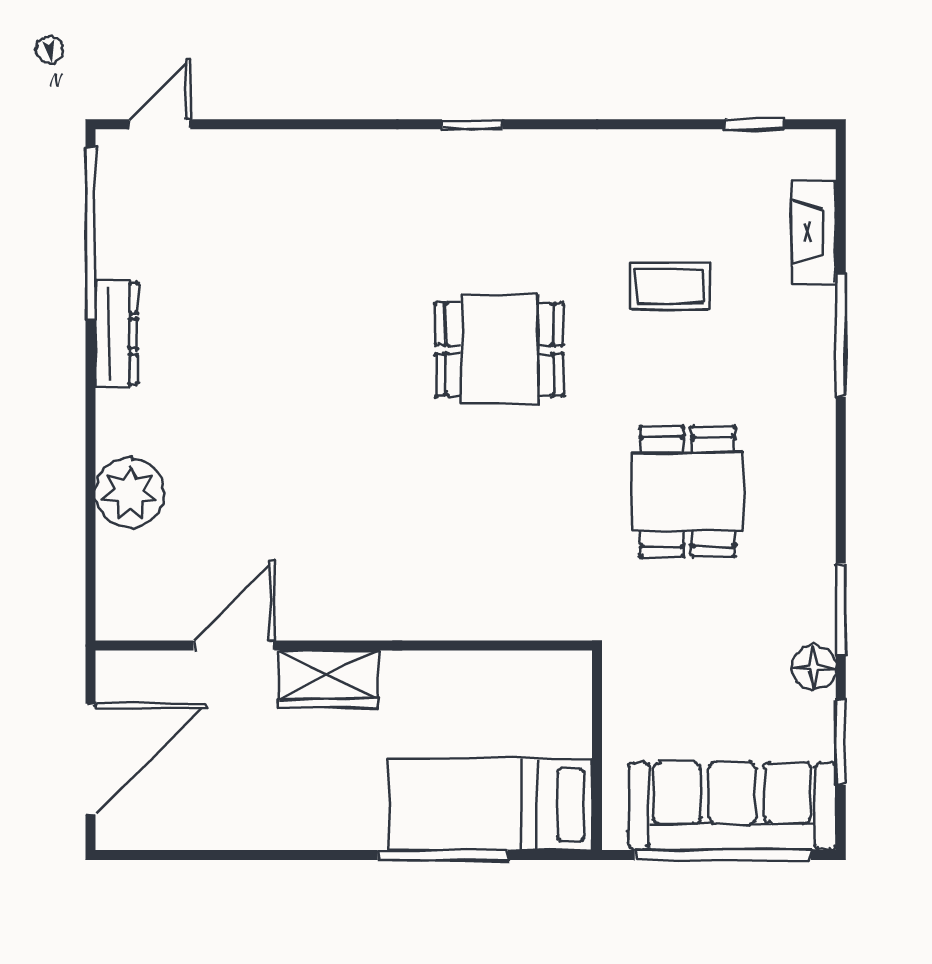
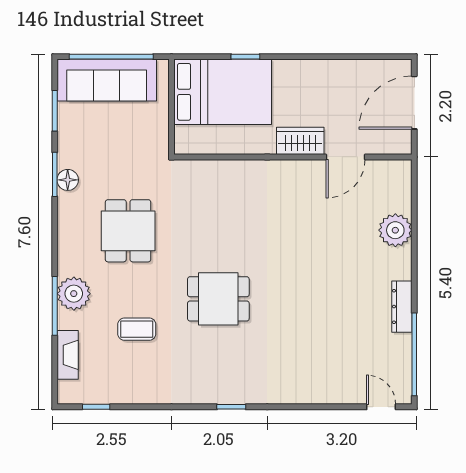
door: (160, 124) -> (381, 407), swing flipped
plant: (801, 361) -> (74, 294), added
floor lamp: (814, 667) -> (68, 180), moved
bed: (491, 804) -> (223, 92), width x1.50
window: (443, 855) -> (245, 57), width x0.46

